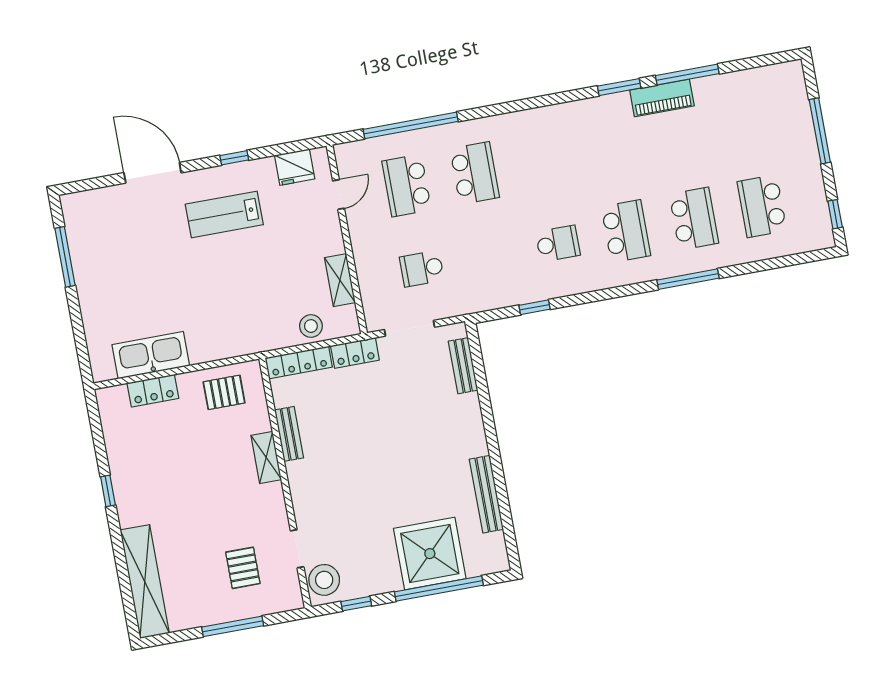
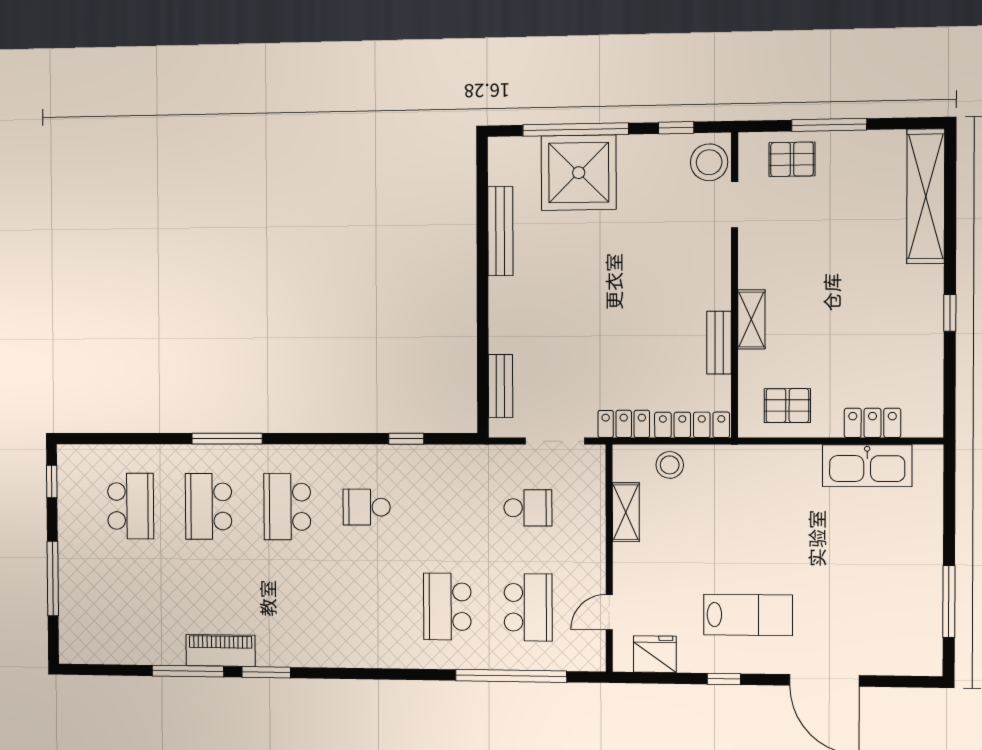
pallet: (243, 568) -> (792, 159), moved, turned 90

